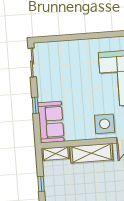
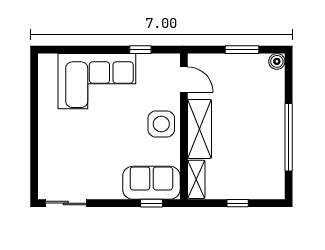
window: (35, 105) -> (151, 203), moved
side table: (105, 124) -> (161, 124), moved

